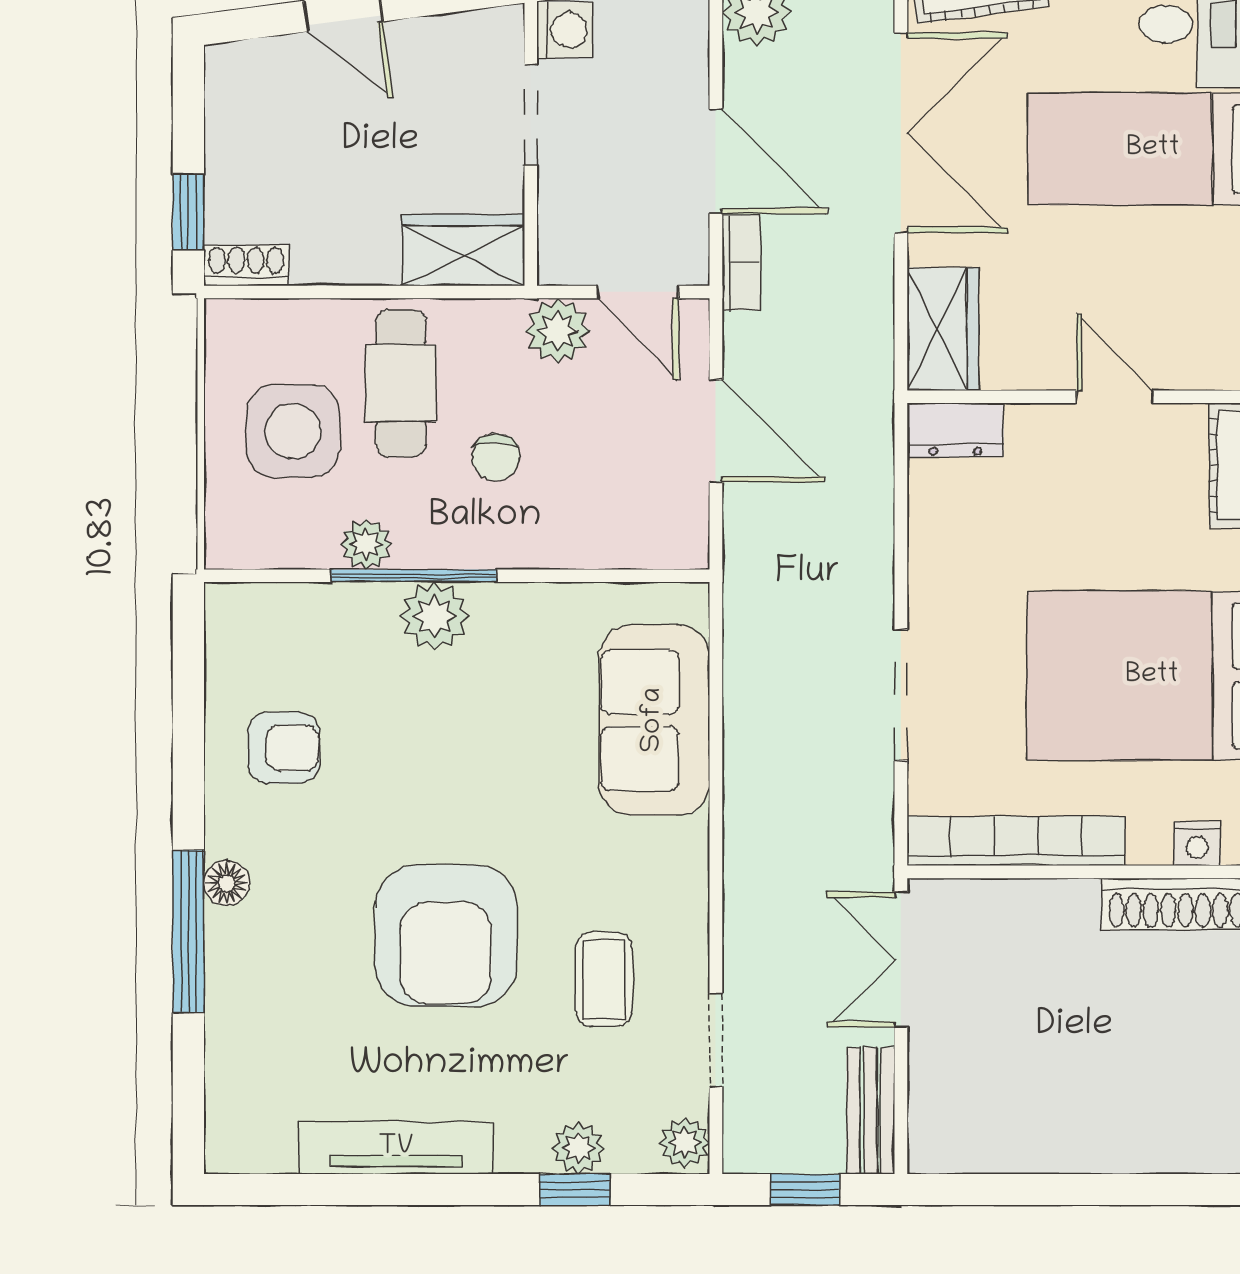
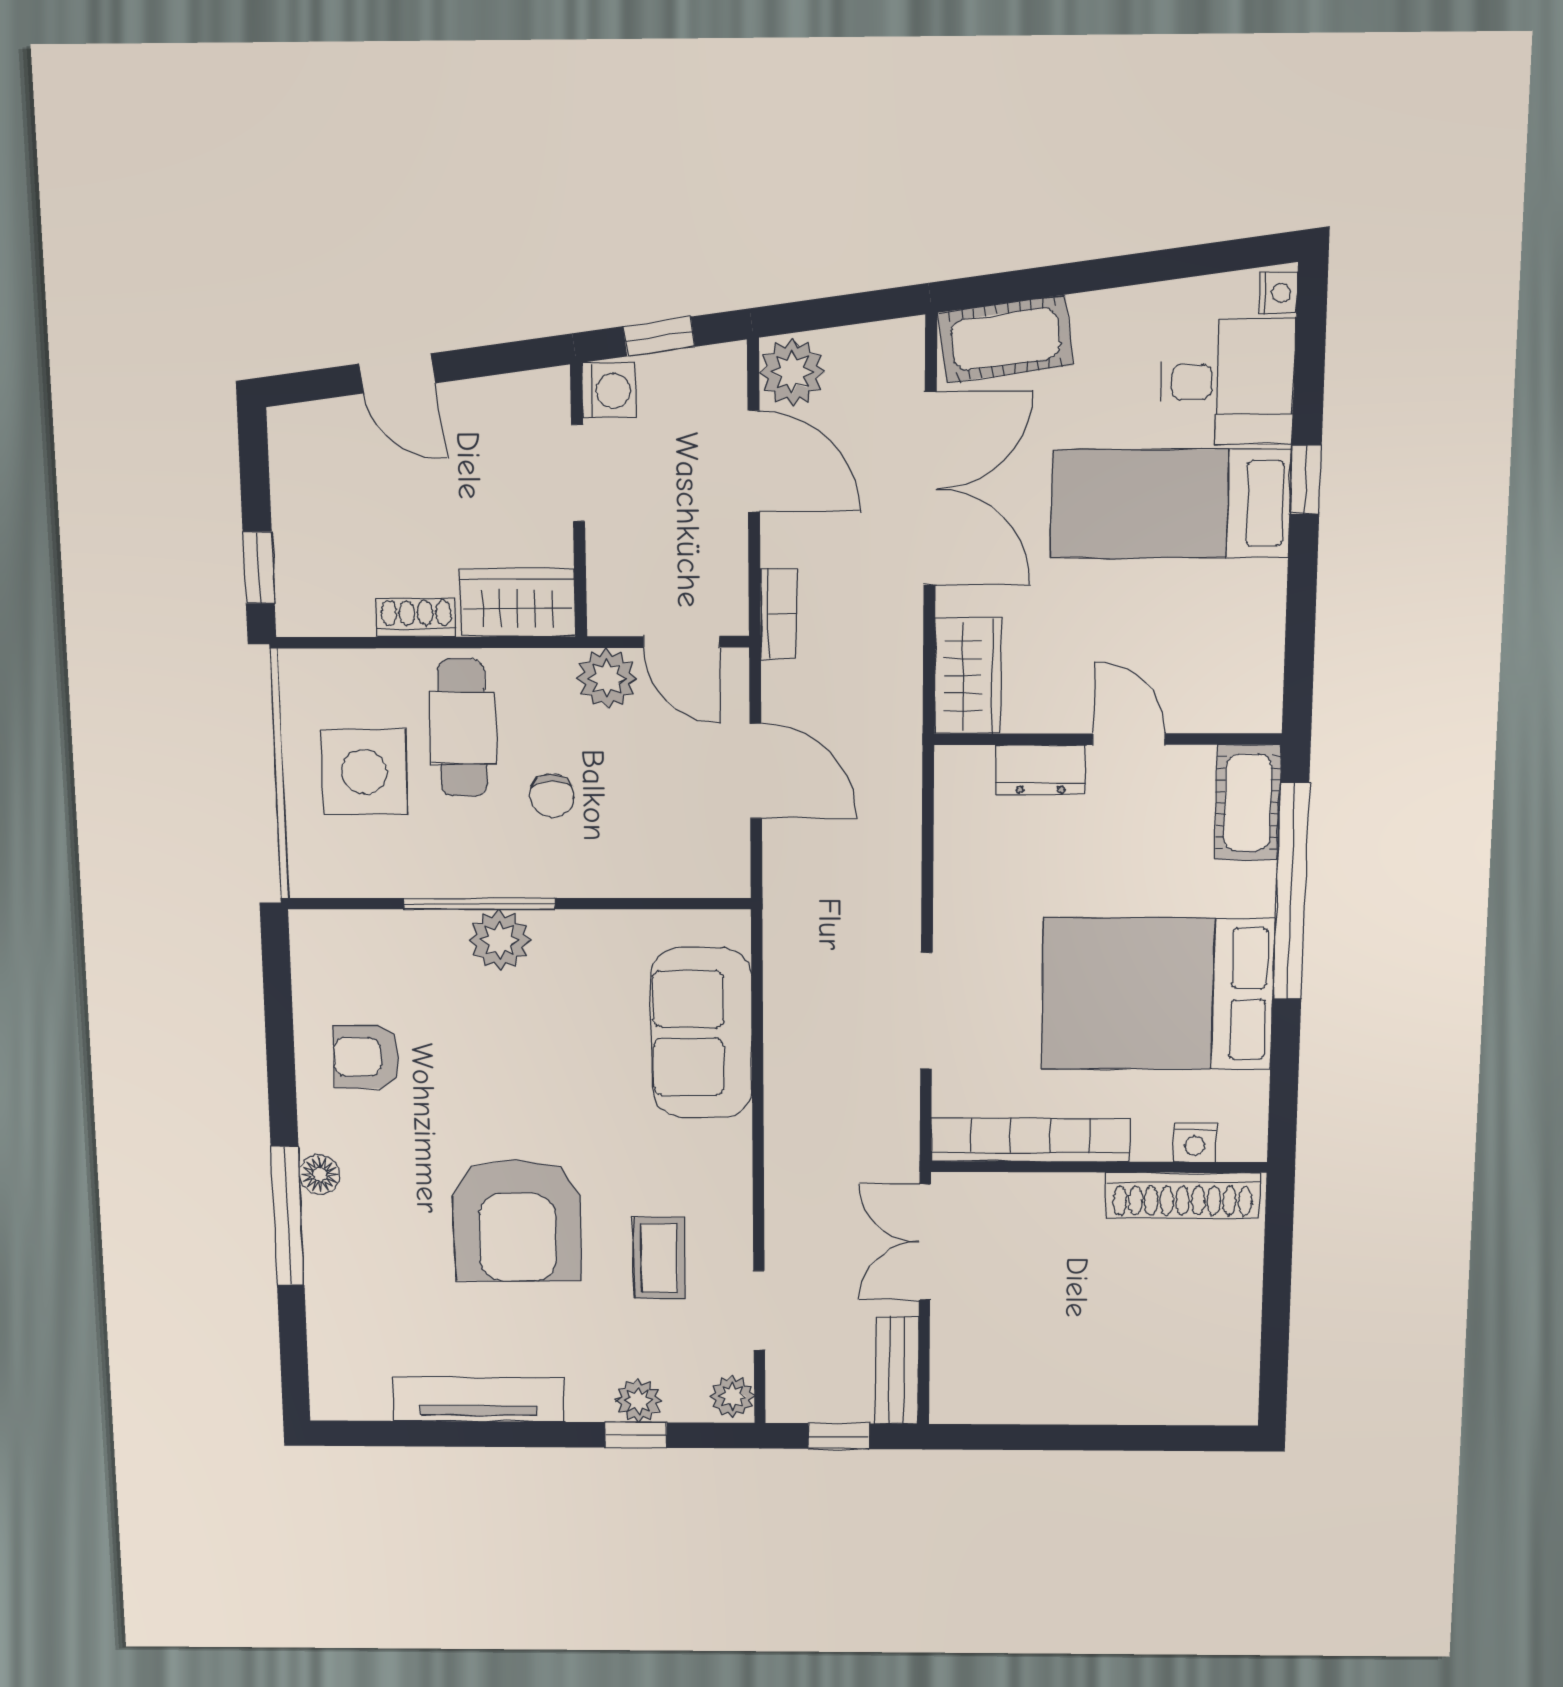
door: (716, 161) -> (754, 461), moved
shoe rack: (246, 265) -> (416, 617), moved
dresser: (955, 430) -> (1041, 770), moved
plant: (366, 544) -> (435, 875), removed
armchair: (284, 748) -> (366, 1057), turned 180

